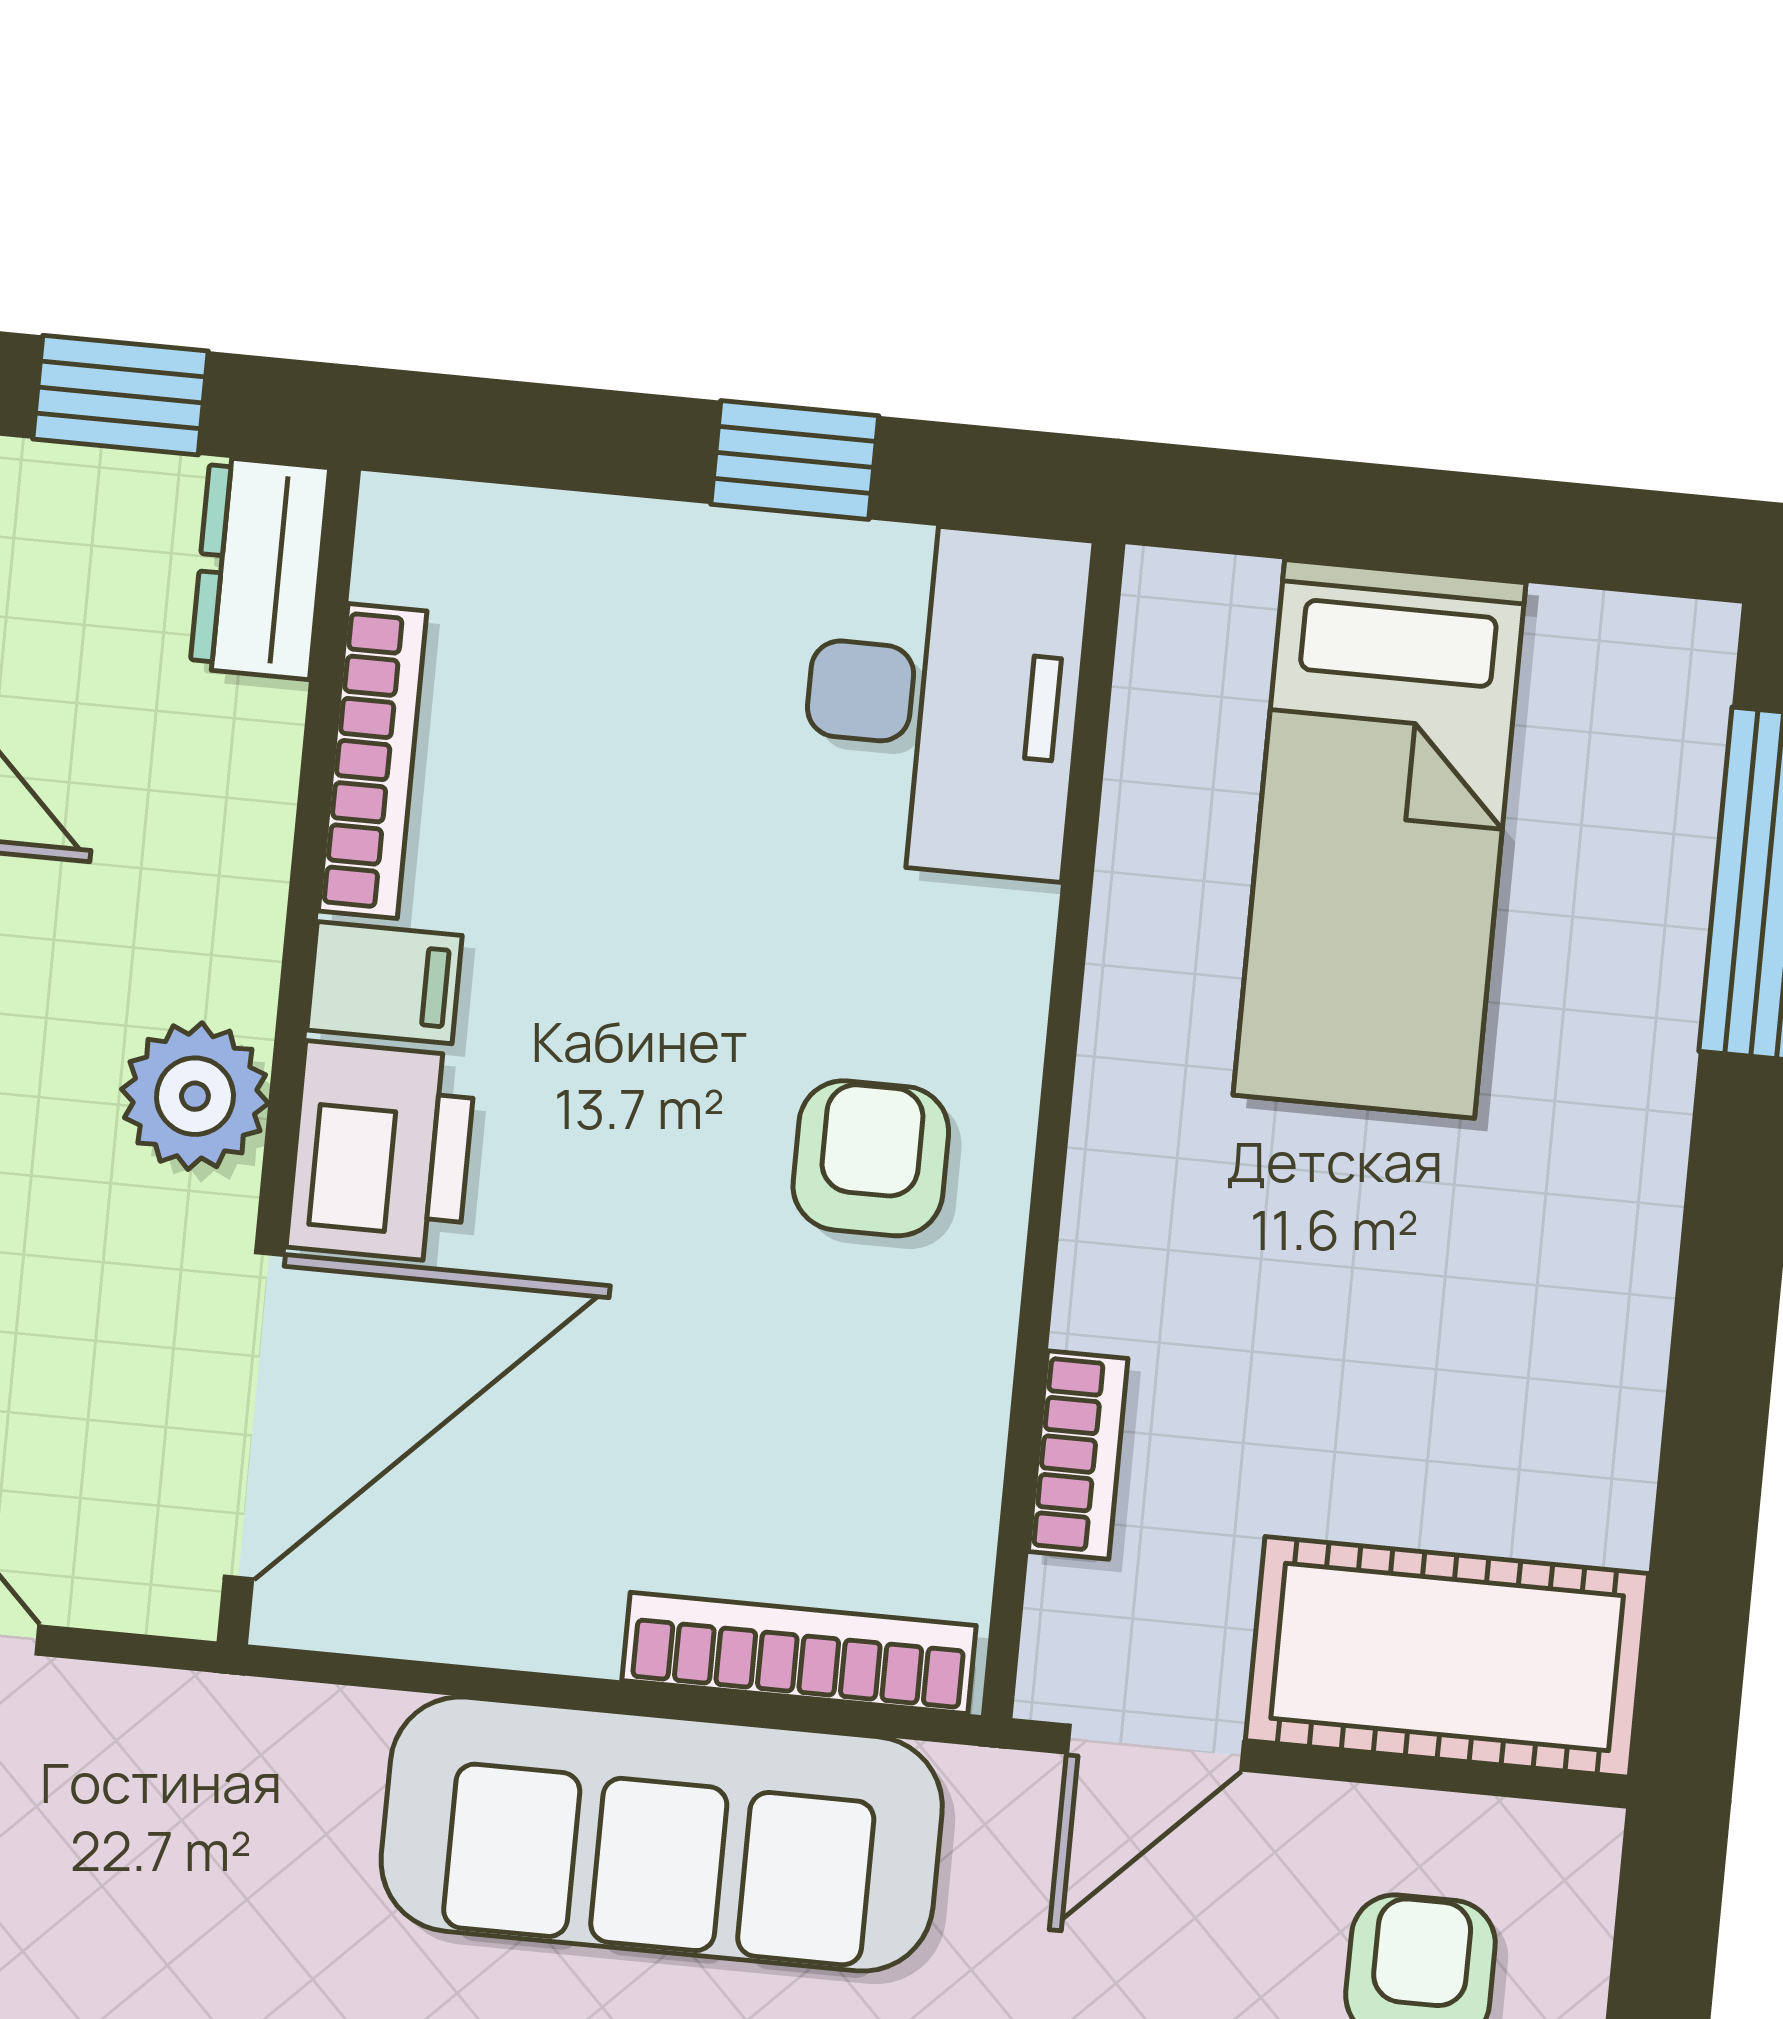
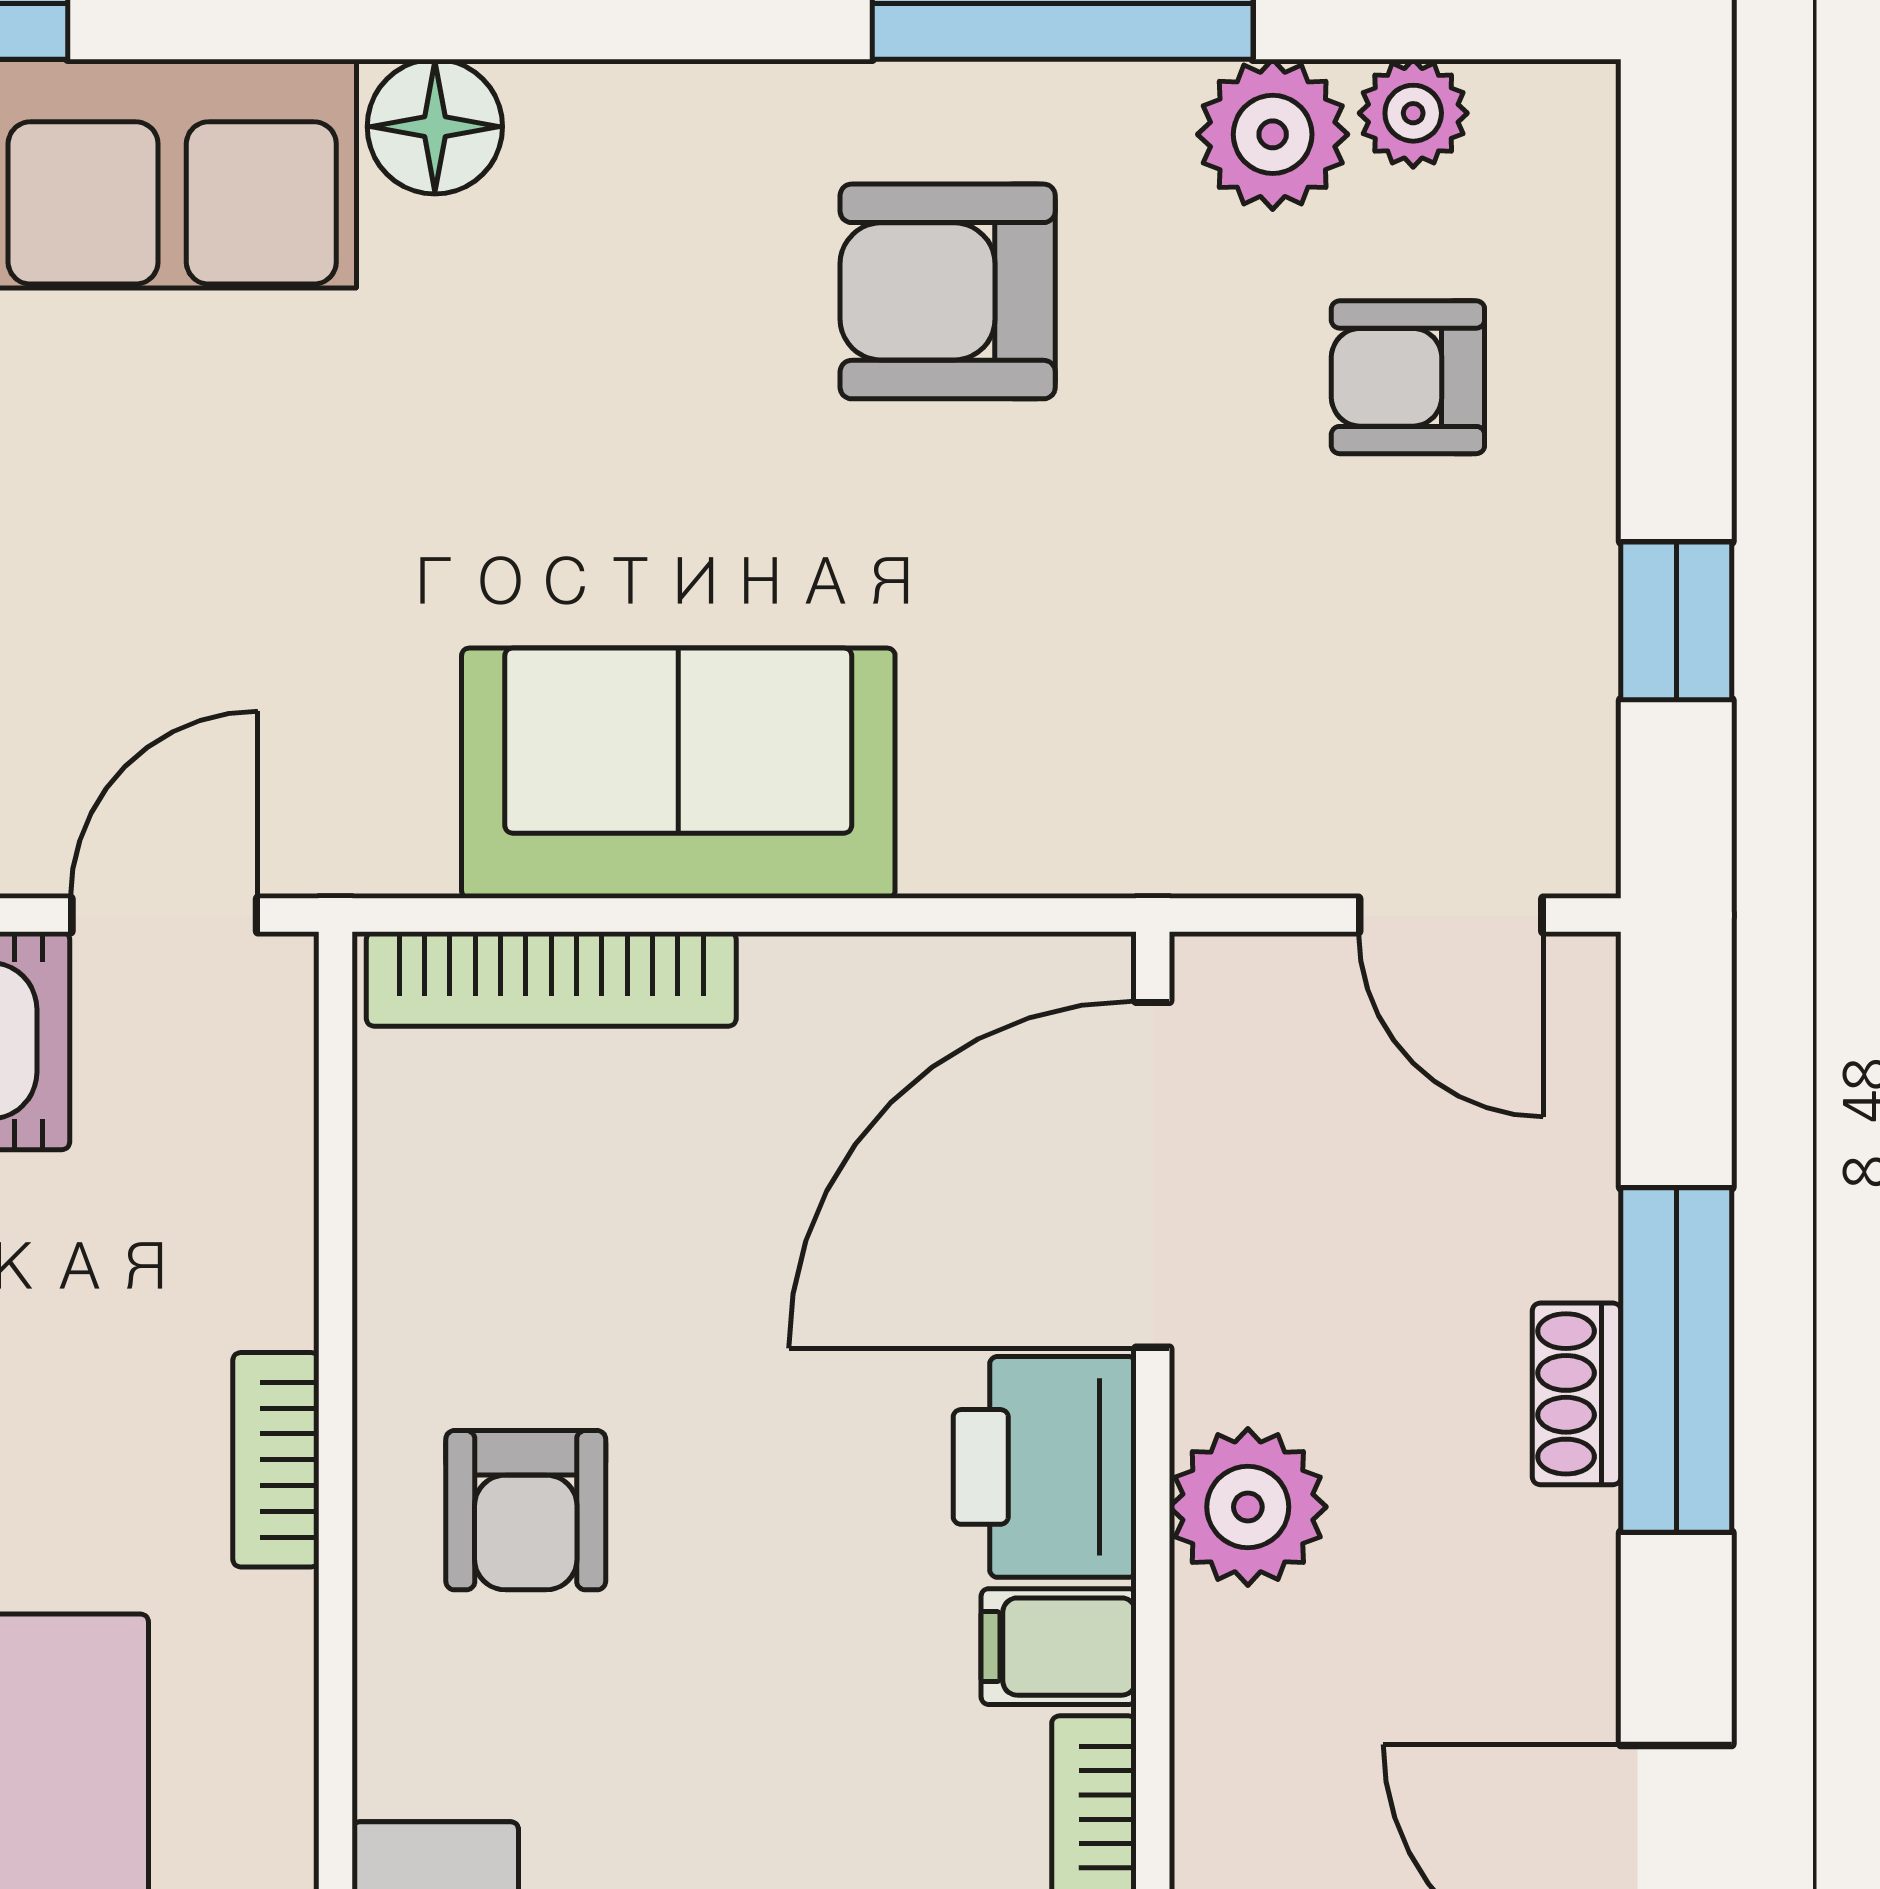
bookcase: (1078, 1455) -> (276, 1460), moved
sofa: (662, 1834) -> (678, 773), width x0.73

